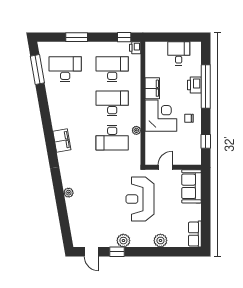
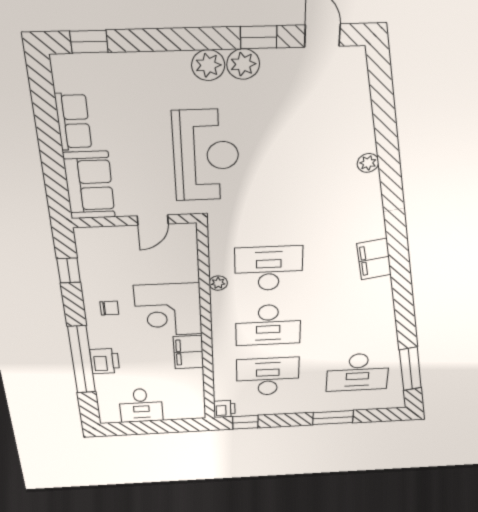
desk: (112, 69) -> (268, 377), turned 180
row of seats: (195, 234) -> (73, 122), moved
plant: (160, 240) -> (208, 65), moved
window: (185, 252) -> (89, 42), added

